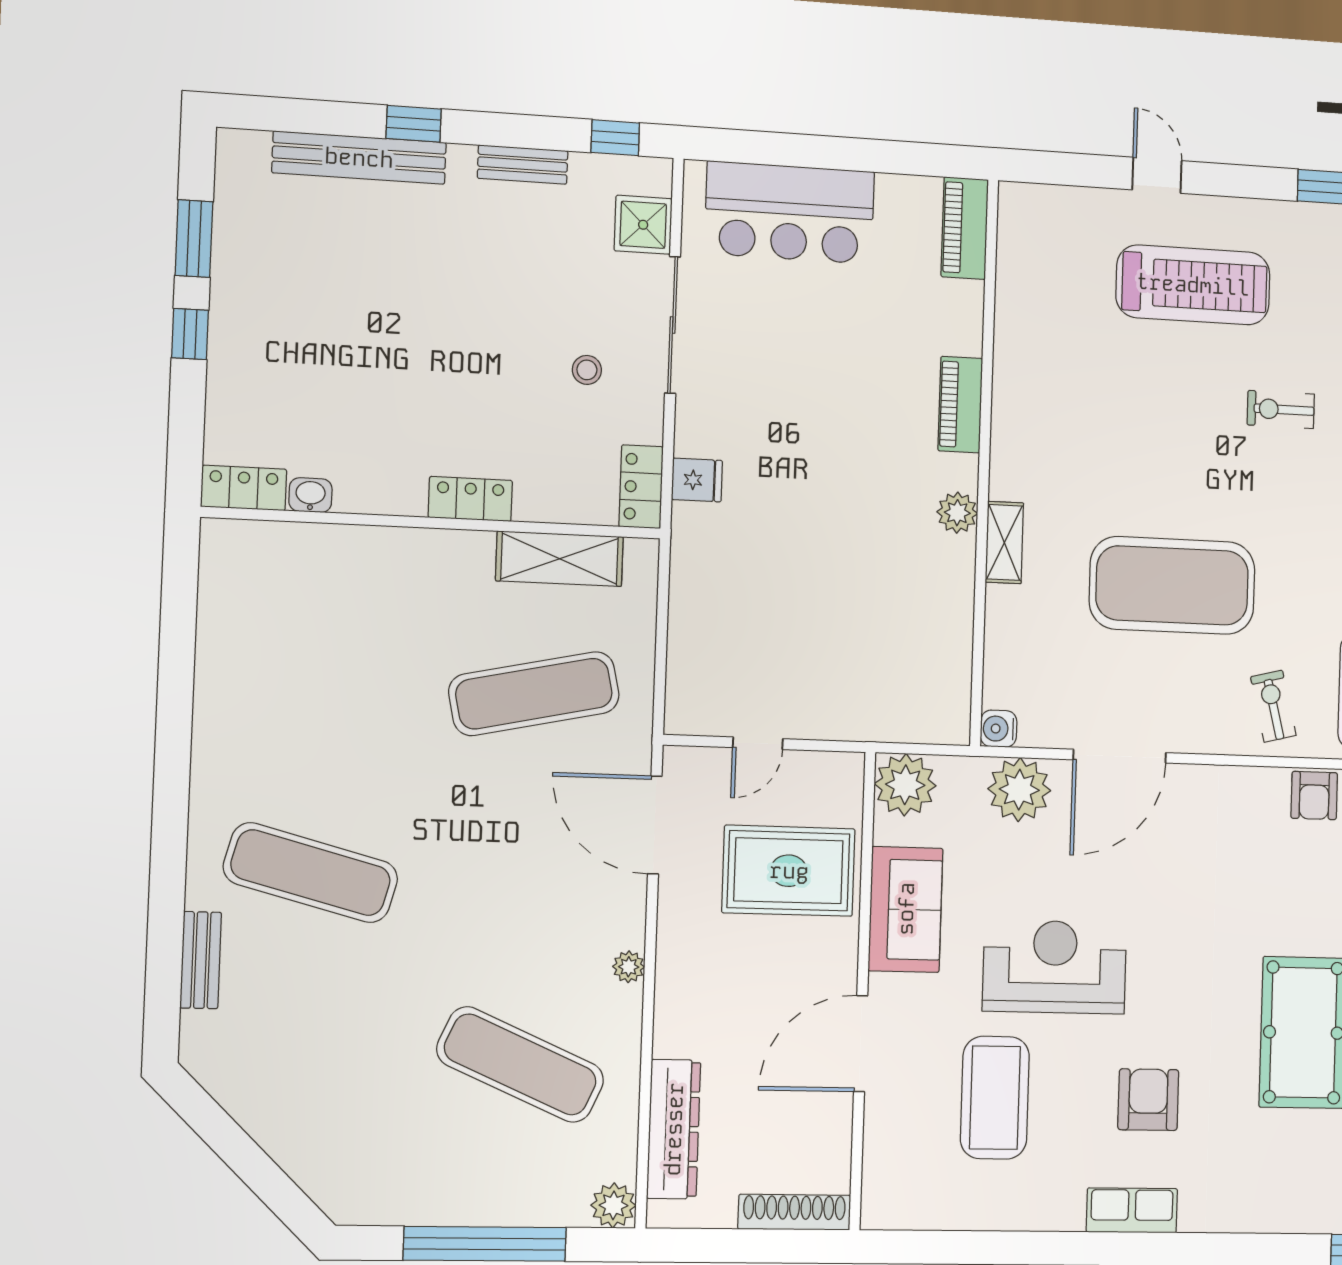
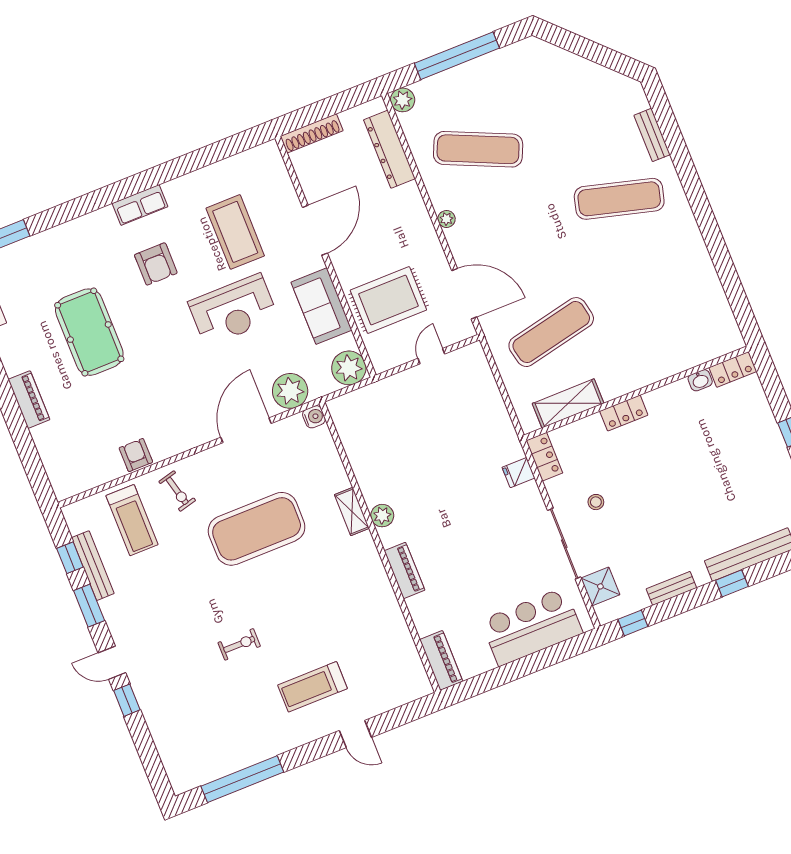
treadmill: (1193, 285) -> (312, 687), width x0.73, depth x0.73

